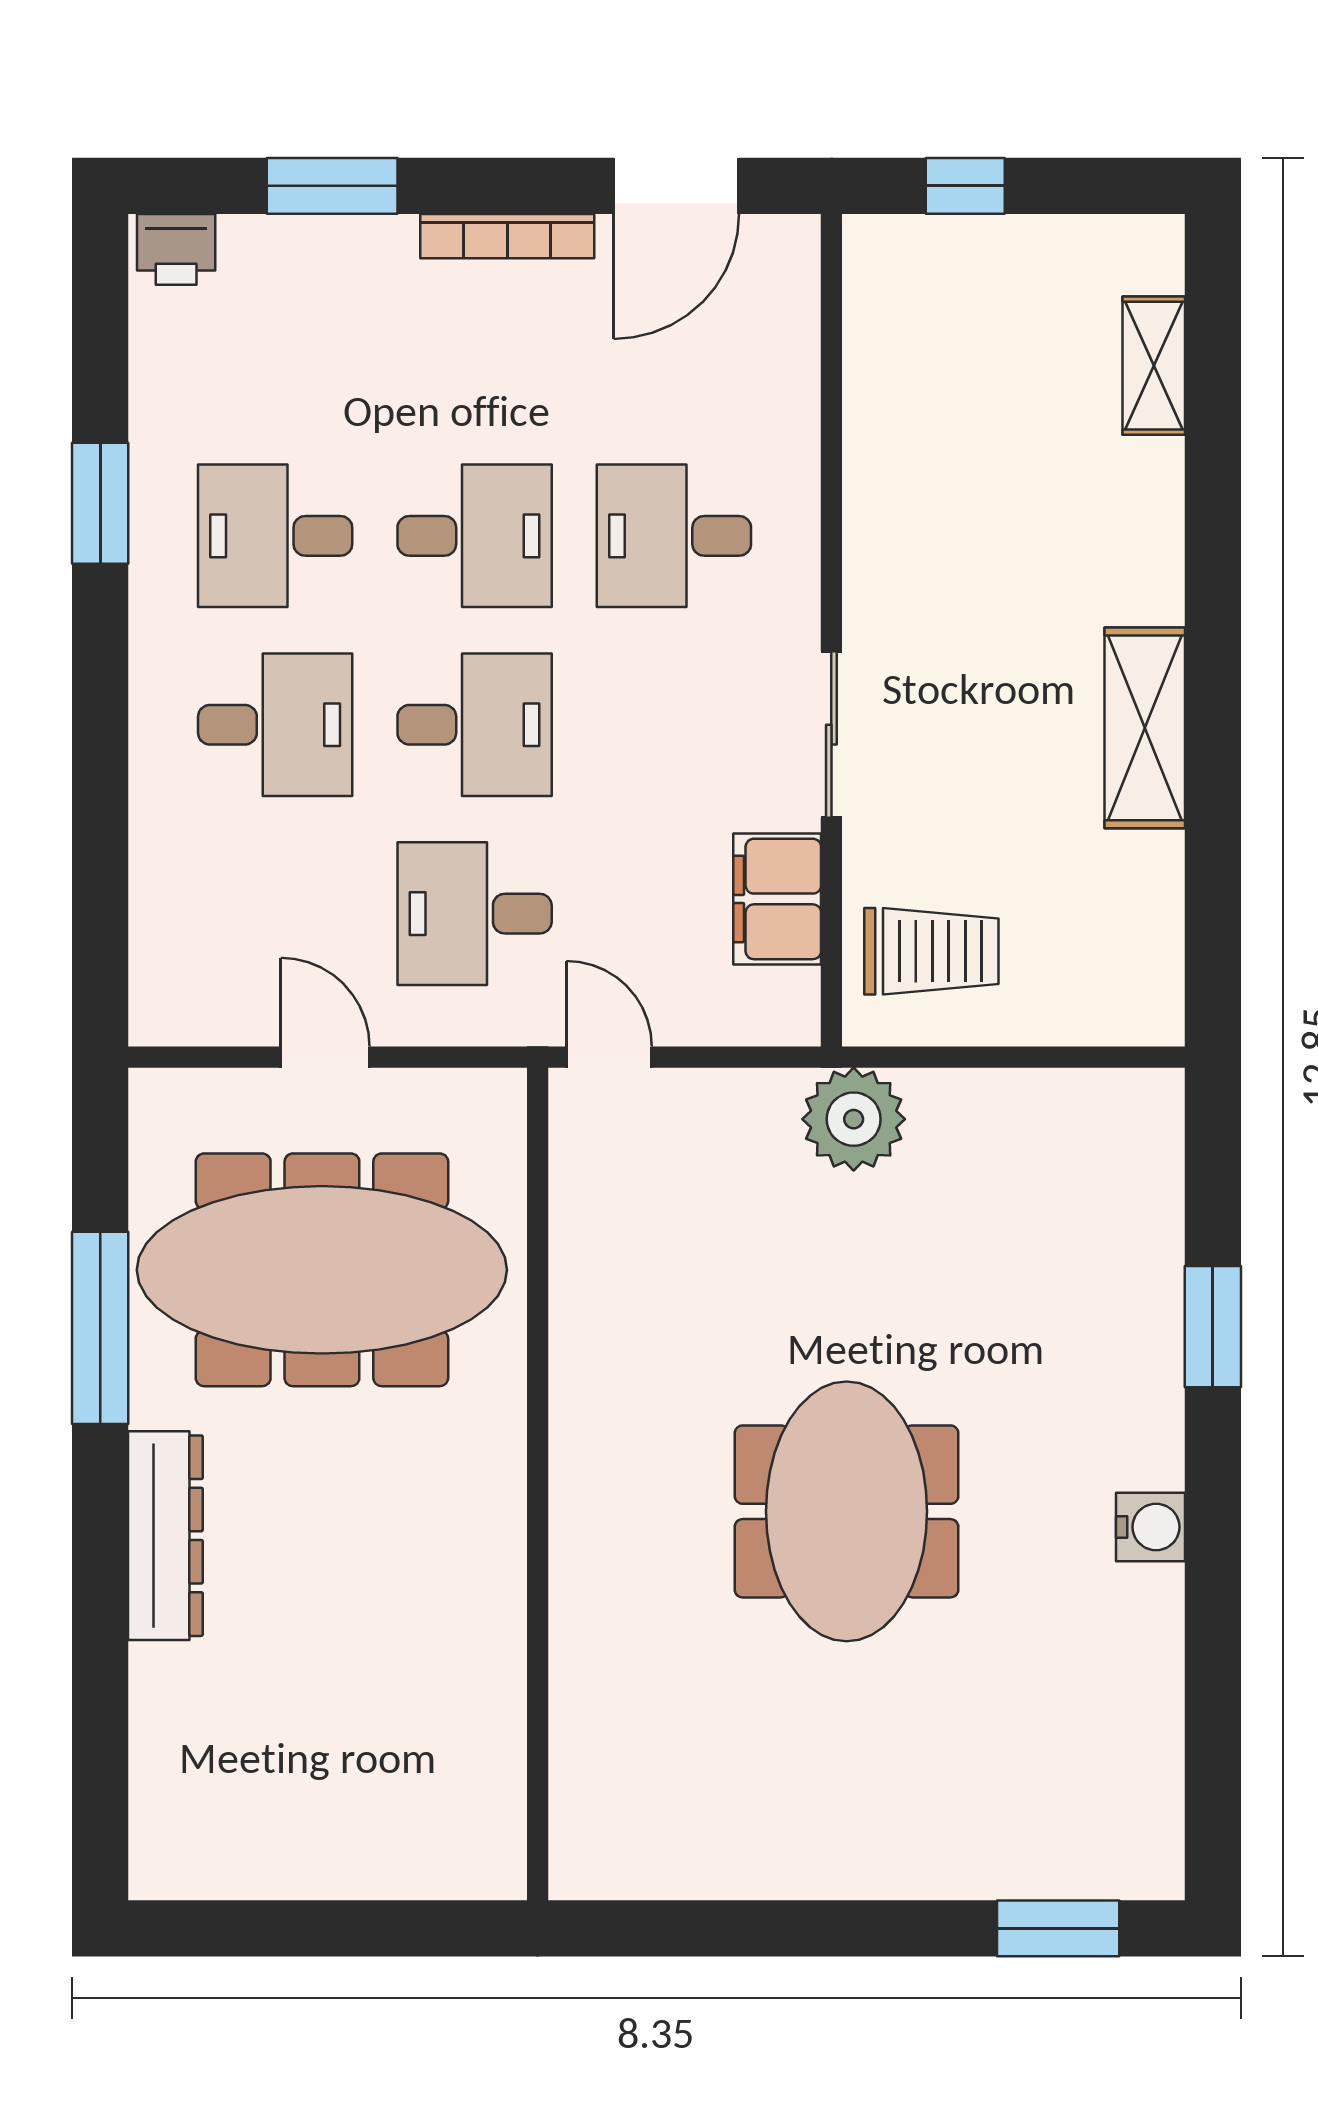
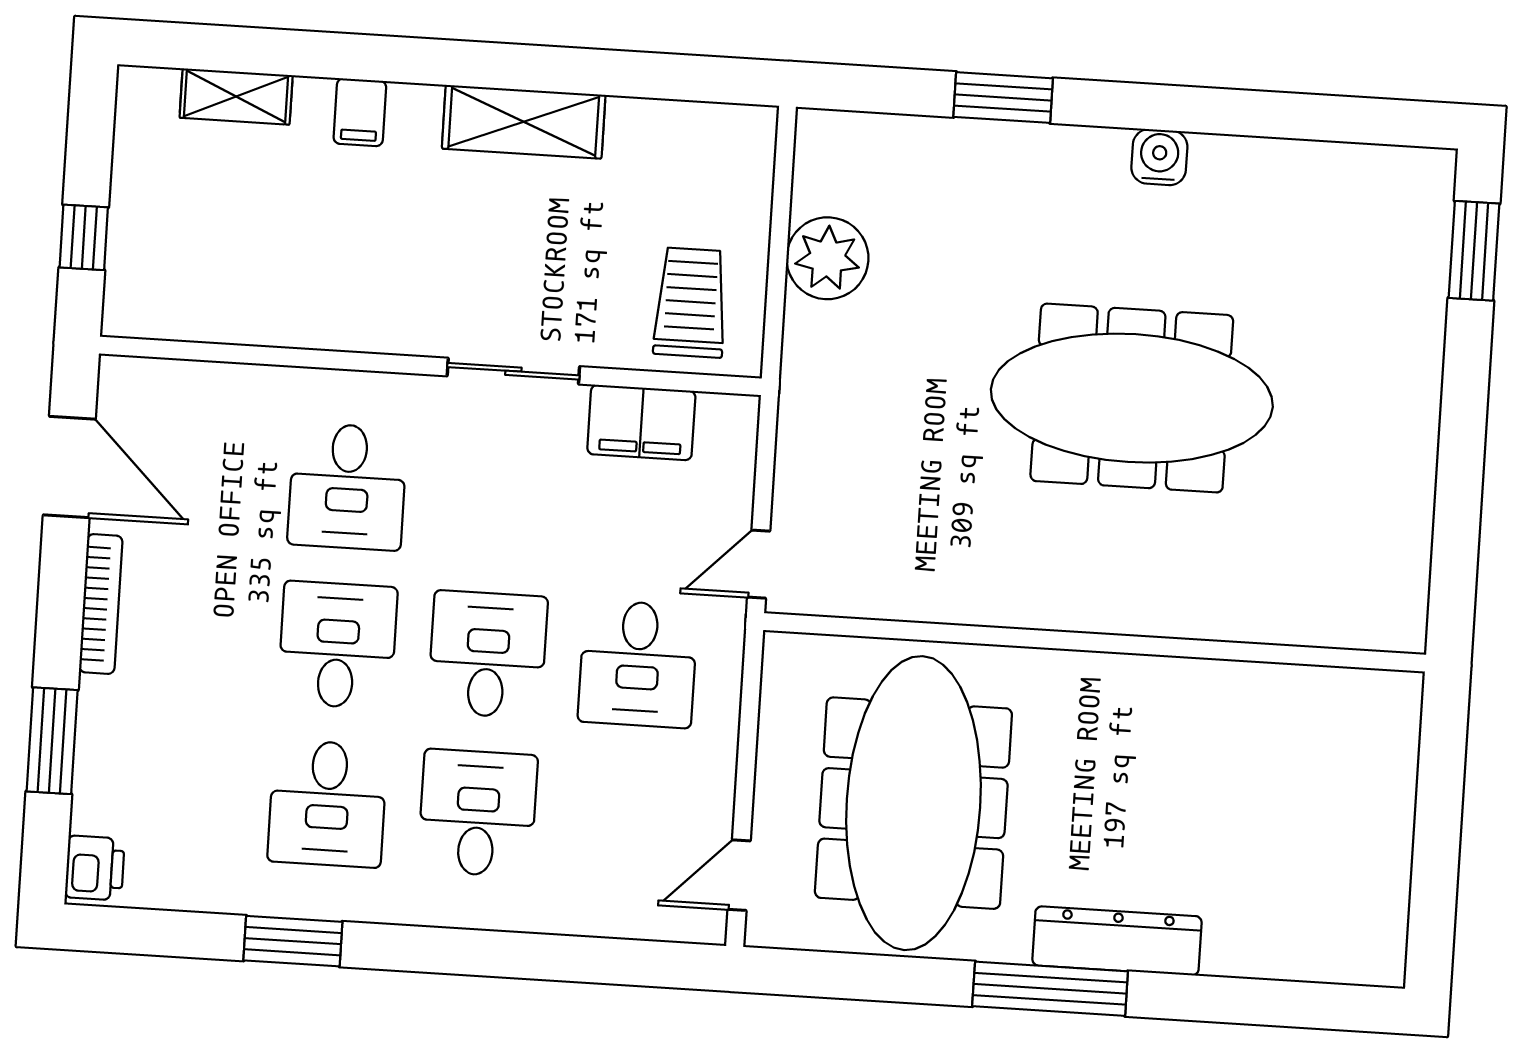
filing cabinet: (1144, 522) -> (360, 112), added
door: (325, 1057) -> (739, 875), moved
plant: (854, 1119) -> (827, 258), moved
window: (100, 1328) -> (1050, 989), moved
meeting table: (847, 1511) -> (1132, 398), width x1.36

